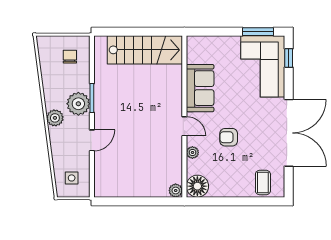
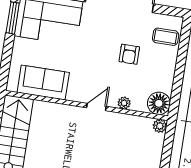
sofa: (200, 88) -> (43, 82), moved
armchair: (229, 137) -> (129, 54), moved

